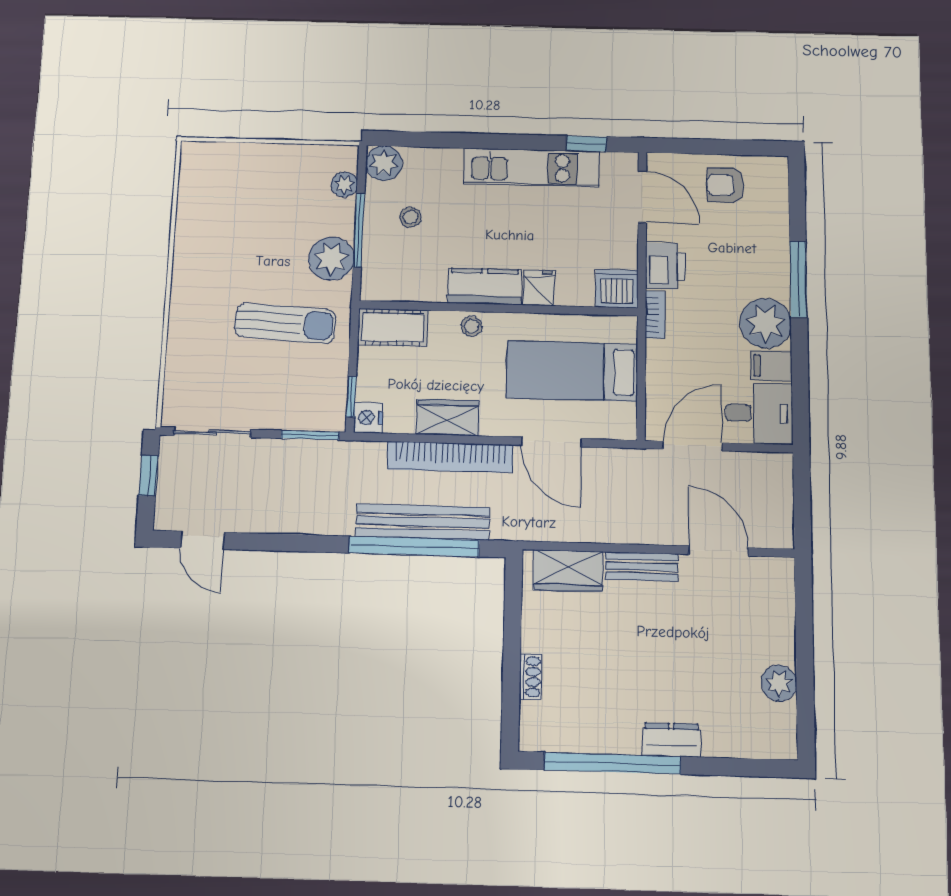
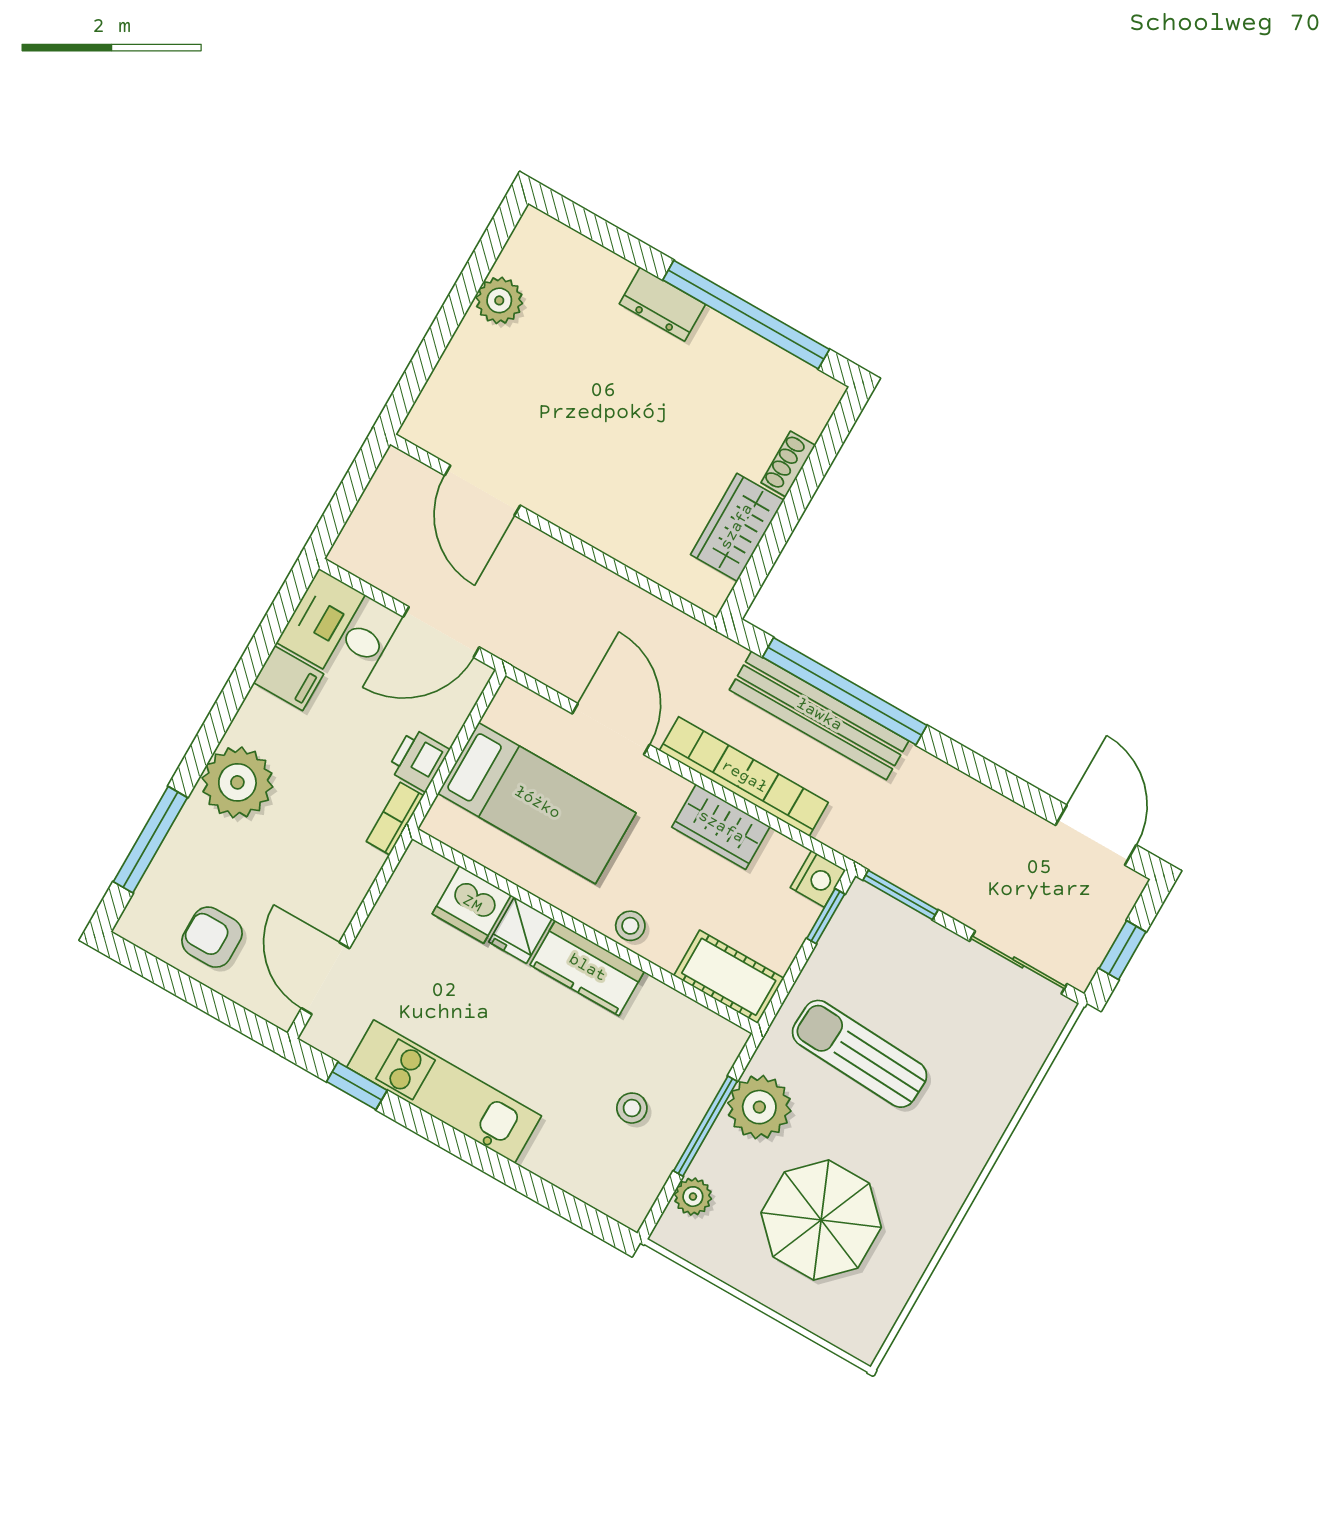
plant: (384, 163) -> (628, 1198), removed
armchair: (726, 185) -> (212, 937), turned 180
parasol: (257, 211) -> (821, 1220), added
printer: (665, 266) -> (418, 760), moved, width x0.73, depth x0.81
window: (798, 279) -> (150, 840), moved
dishwasher: (617, 289) -> (472, 904), moved
plant: (766, 323) -> (237, 782), moved
door: (202, 540) -> (1096, 835), width x1.38
bench: (642, 567) -> (585, 521), removed
wardrobe: (568, 571) -> (737, 527), moved, turned -90

